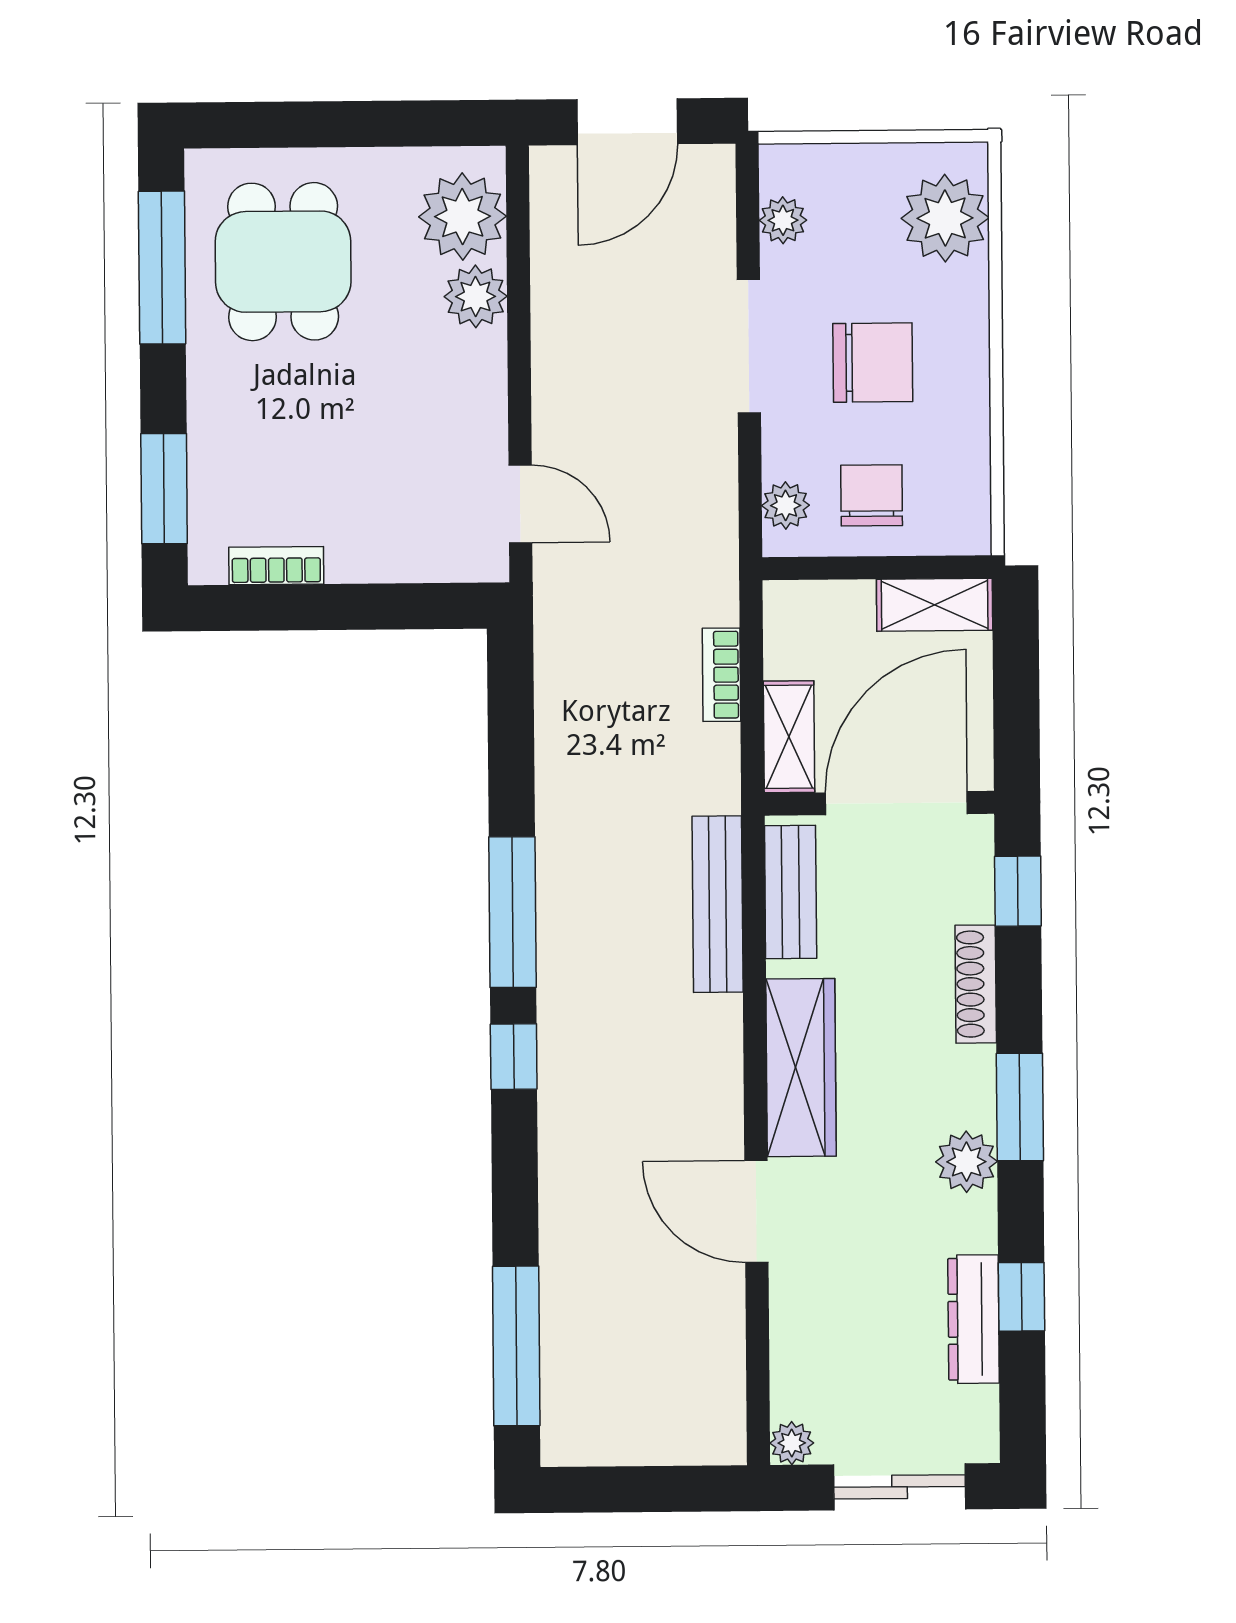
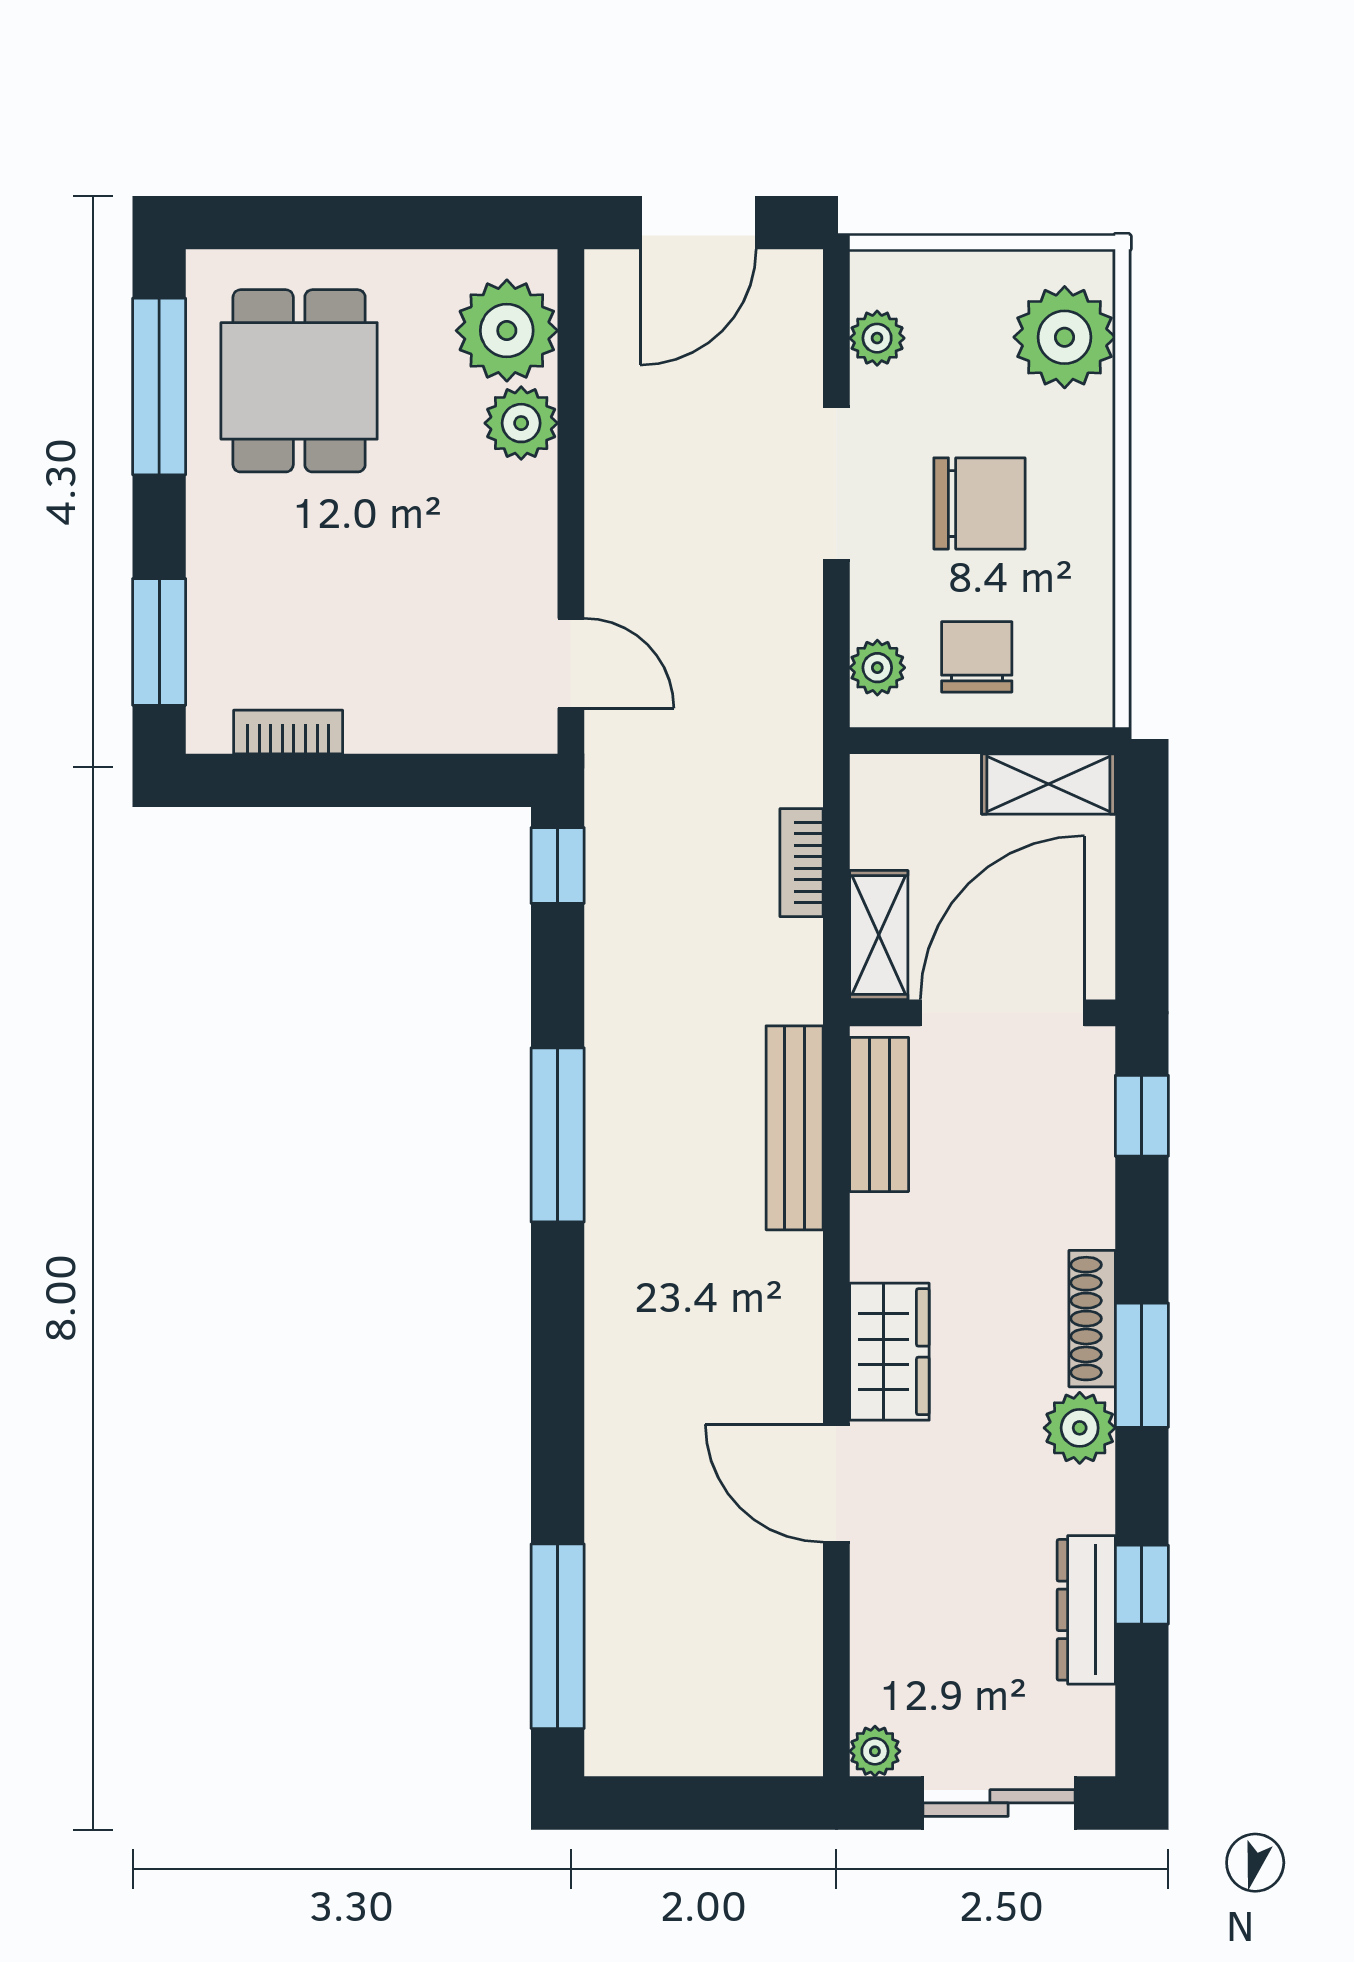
shoe rack: (976, 984) -> (1092, 1319), moved
window: (514, 1057) -> (558, 866), moved
wardrobe: (801, 1068) -> (889, 1352), width x0.67

